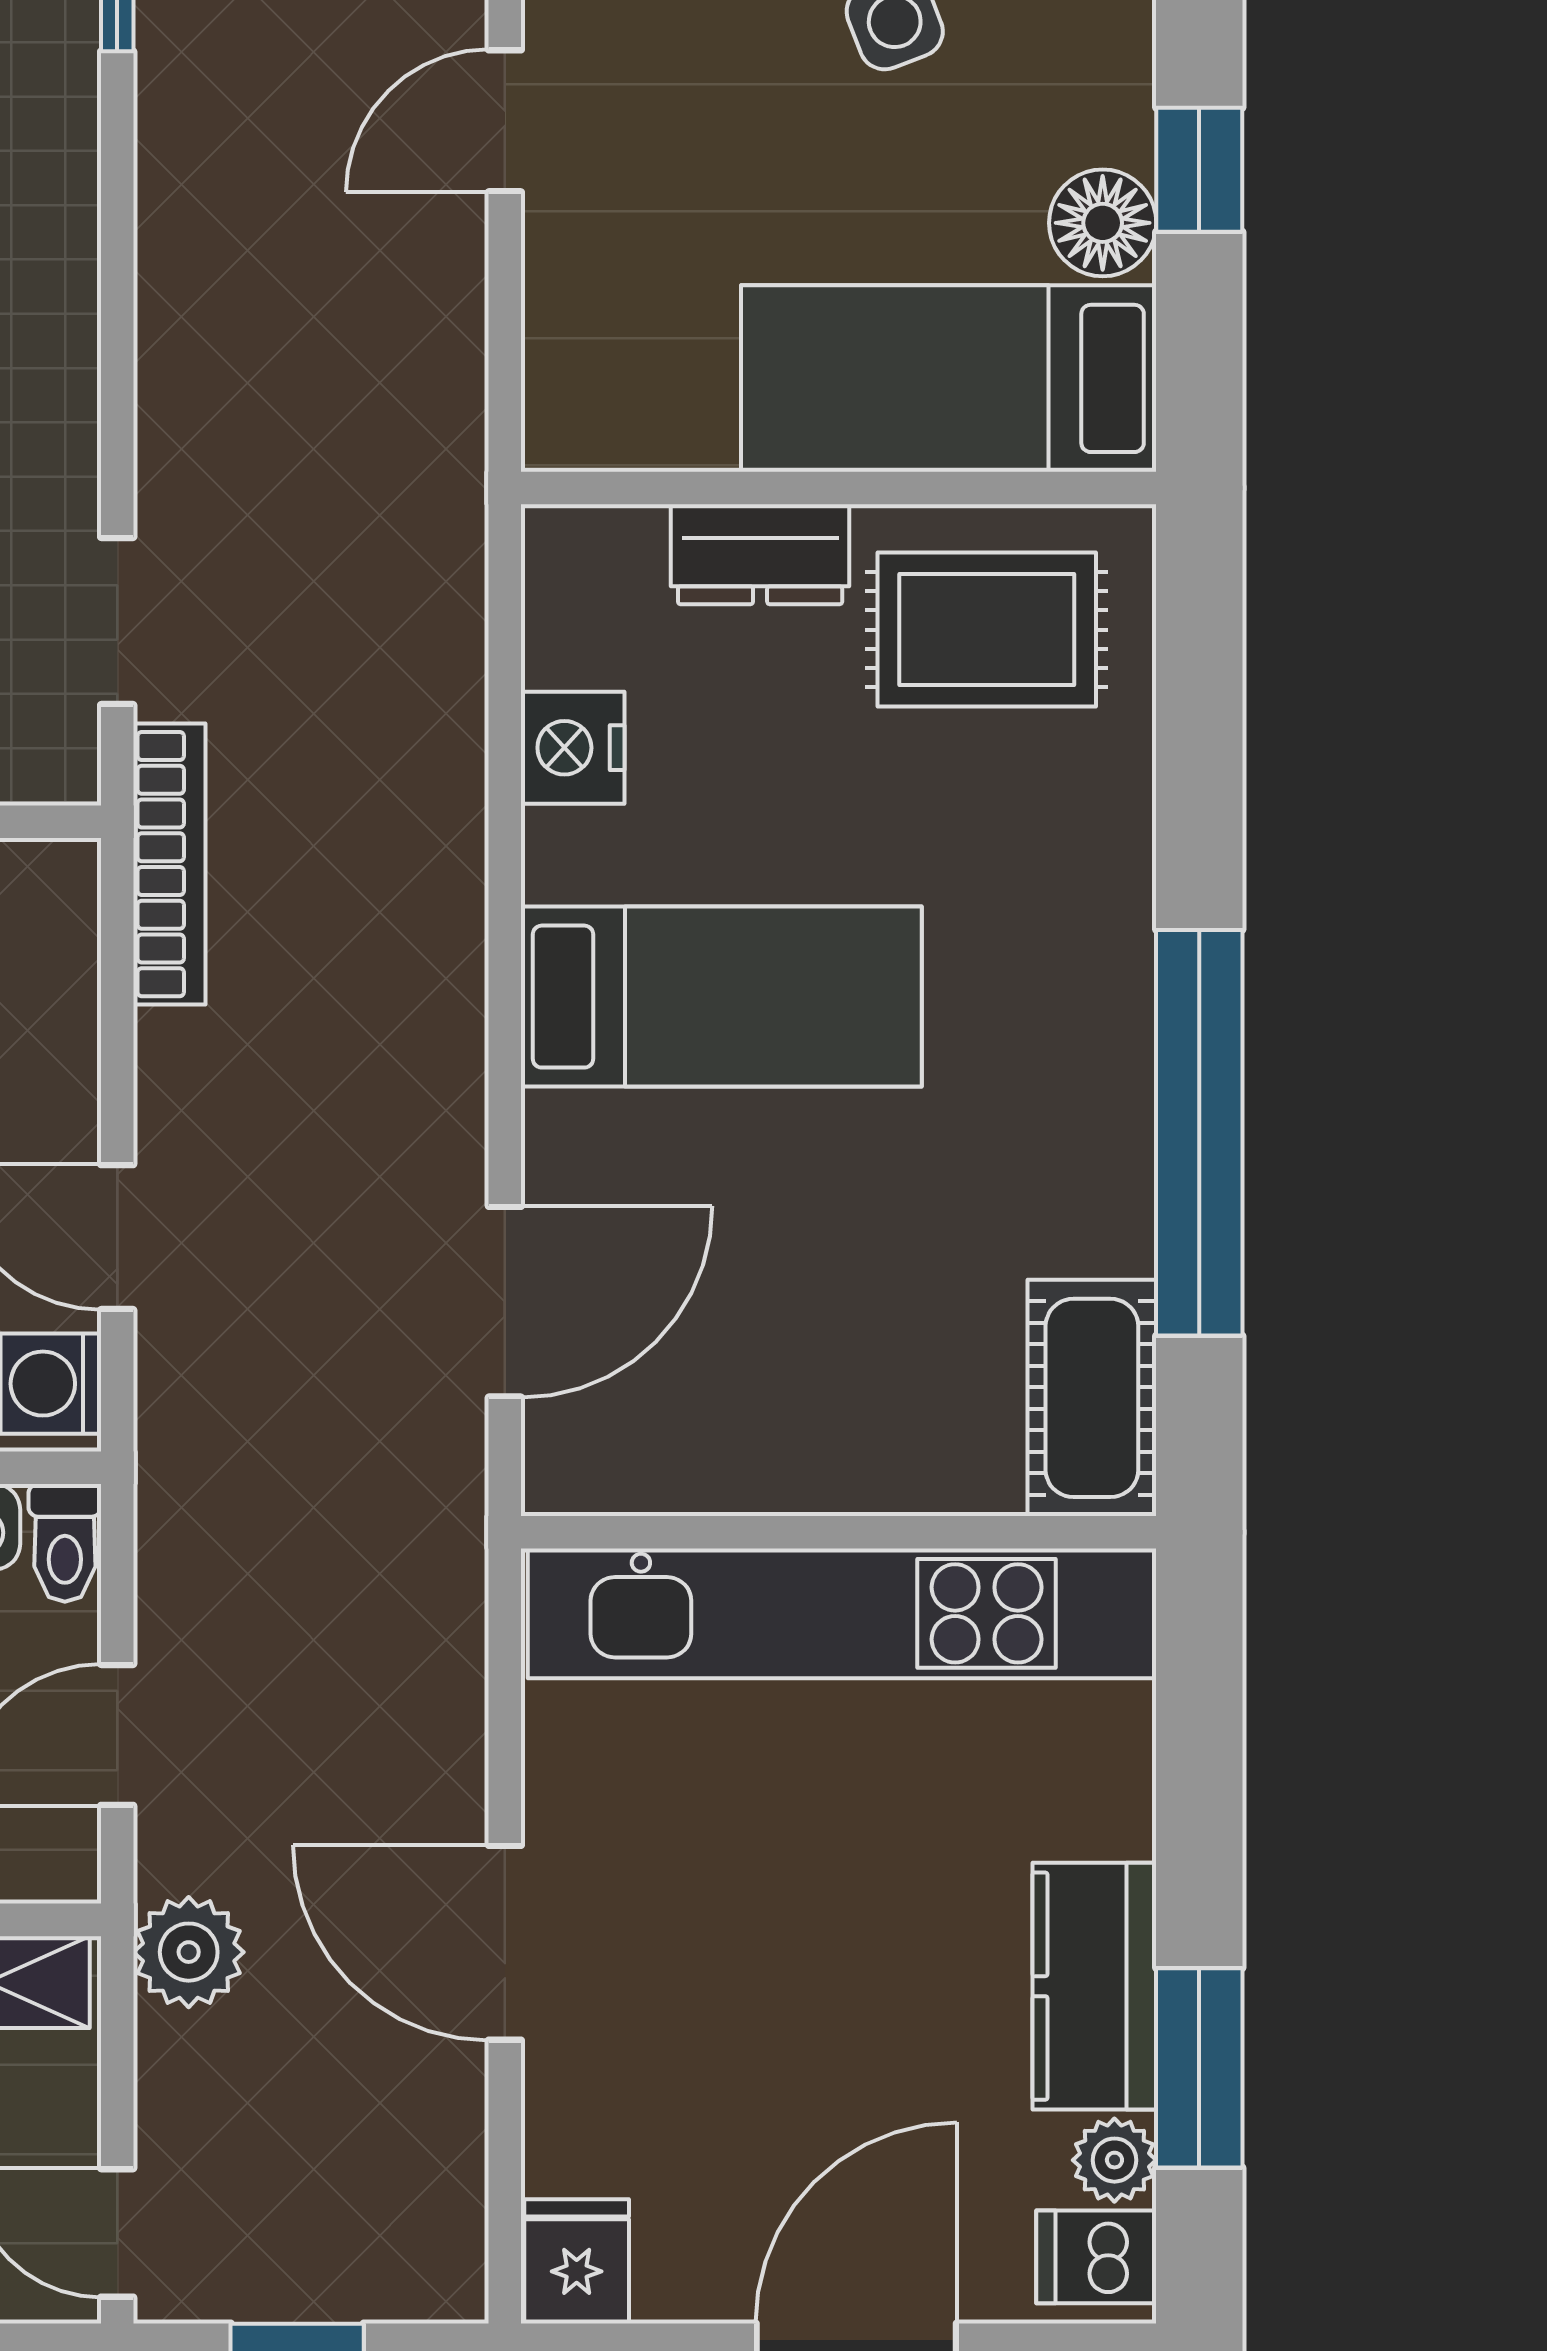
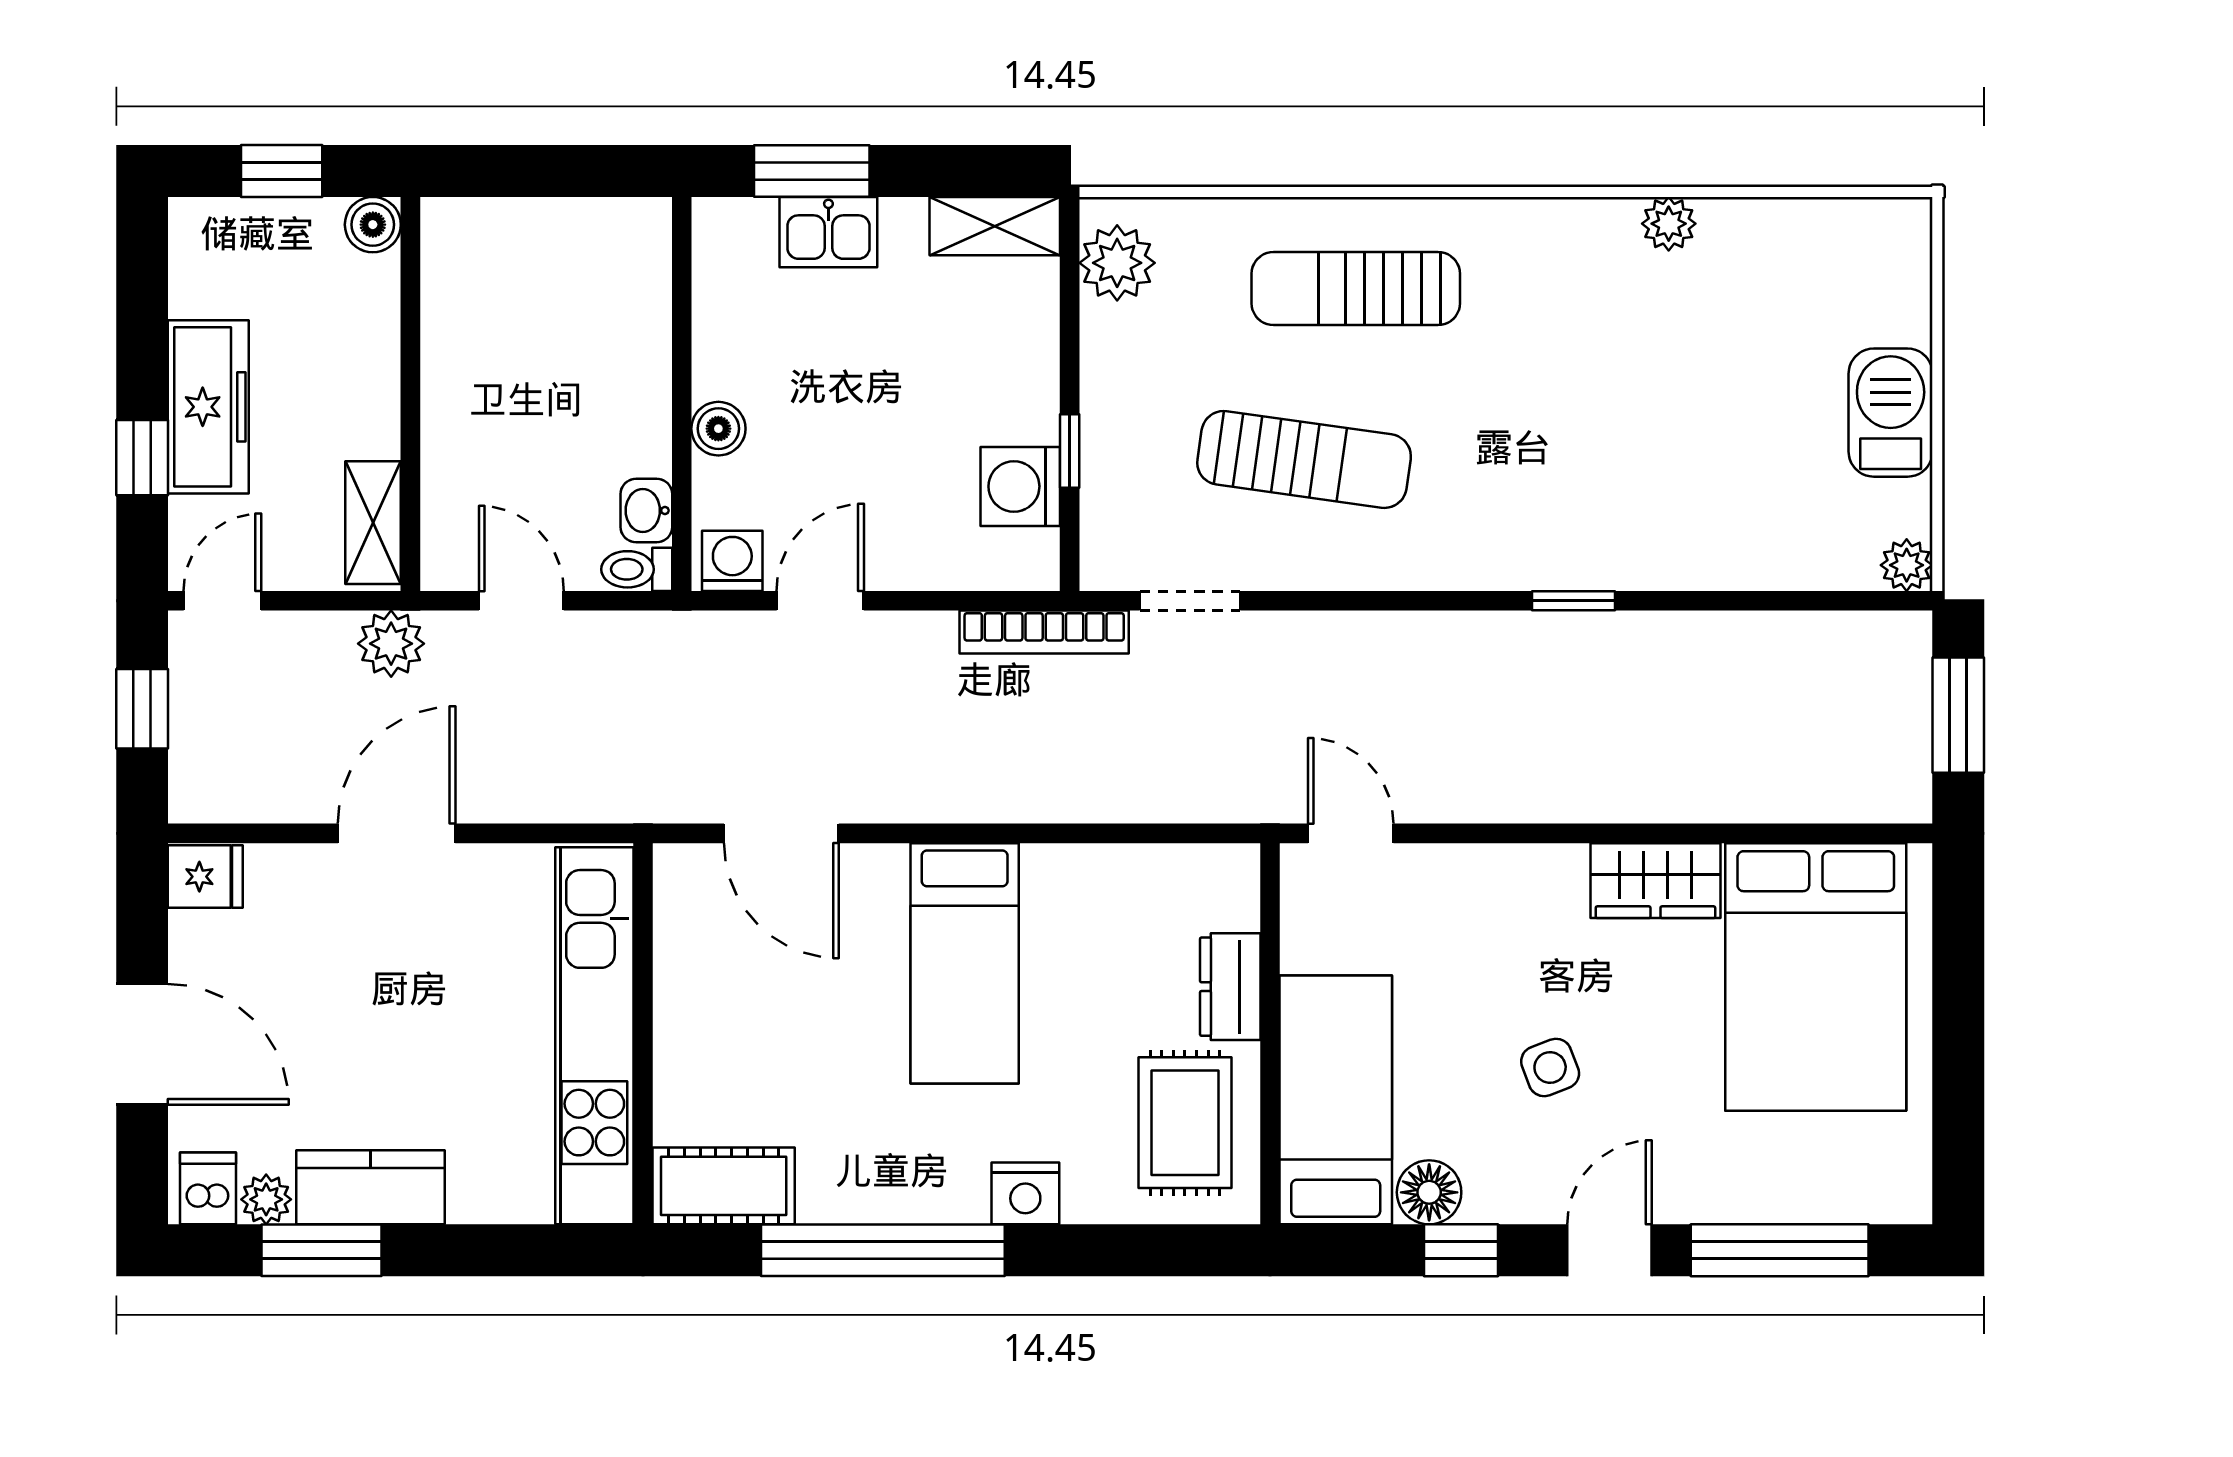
door: (505, 121) -> (1351, 833), moved
nightstand: (573, 748) -> (1025, 1193), moved, turned 180

